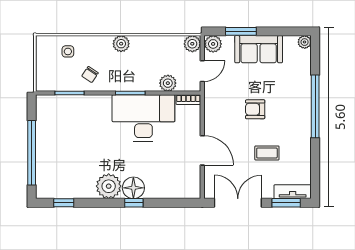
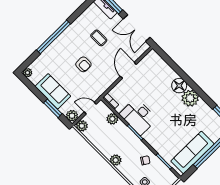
desk: (143, 118) -> (138, 116), width x0.73, depth x0.77
sofa: (49, 132) -> (192, 153), added
window: (134, 203) -> (186, 78), removed

